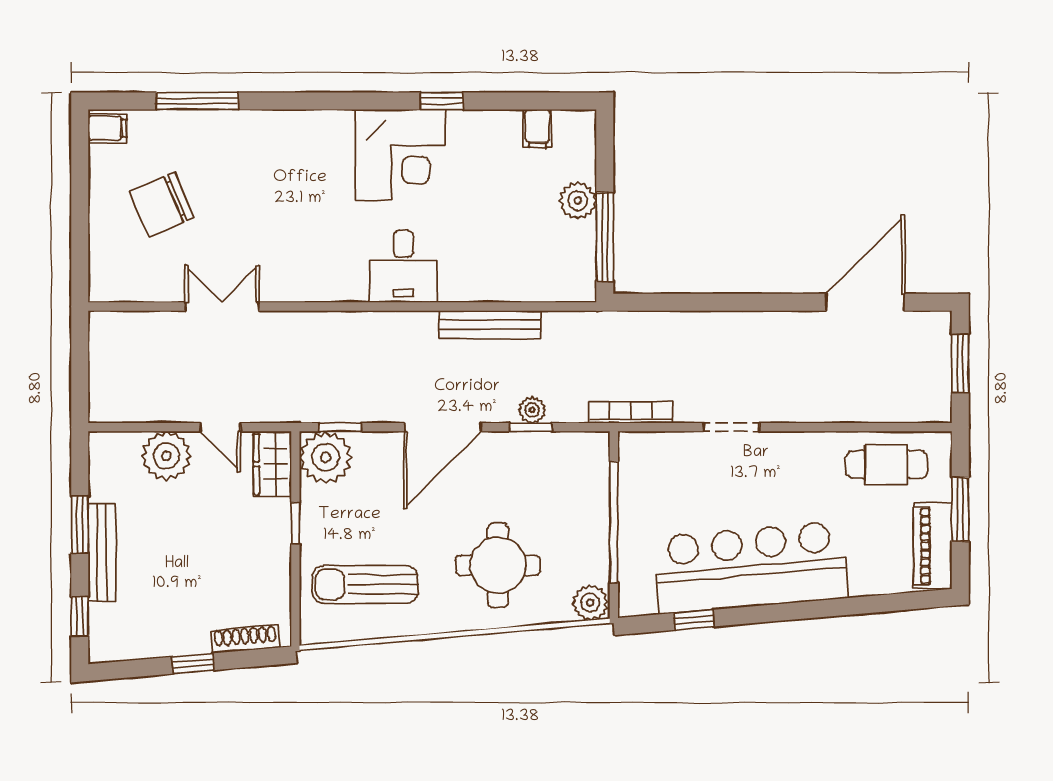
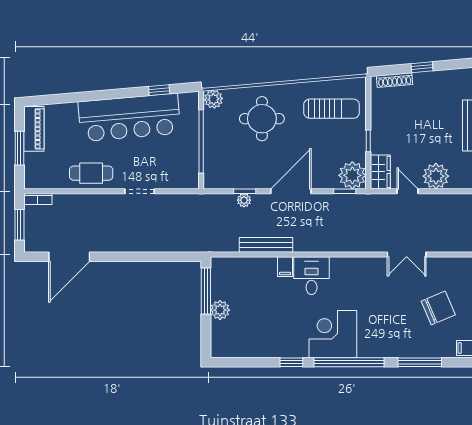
window: (332, 101) -> (349, 362), added
filing cabinet: (538, 128) -> (285, 267), moved, turned 180
corner desk: (401, 155) -> (333, 334), moved
bookcase: (630, 412) -> (38, 199), moved, width x0.64
cafe table: (886, 465) -> (91, 173), moved

